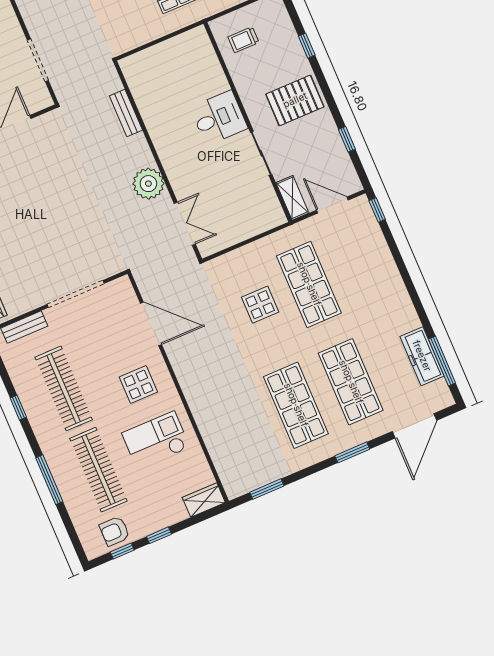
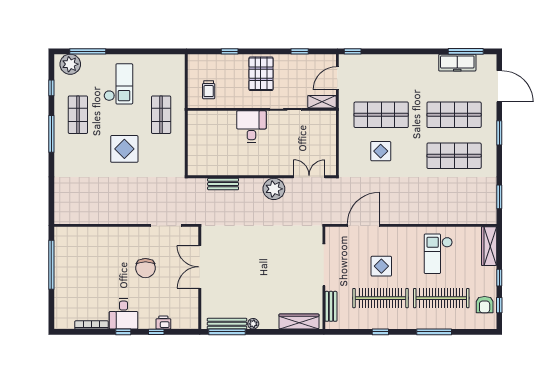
display table: (138, 384) -> (381, 266), moved
wardrobe: (204, 500) -> (489, 246), width x1.50

